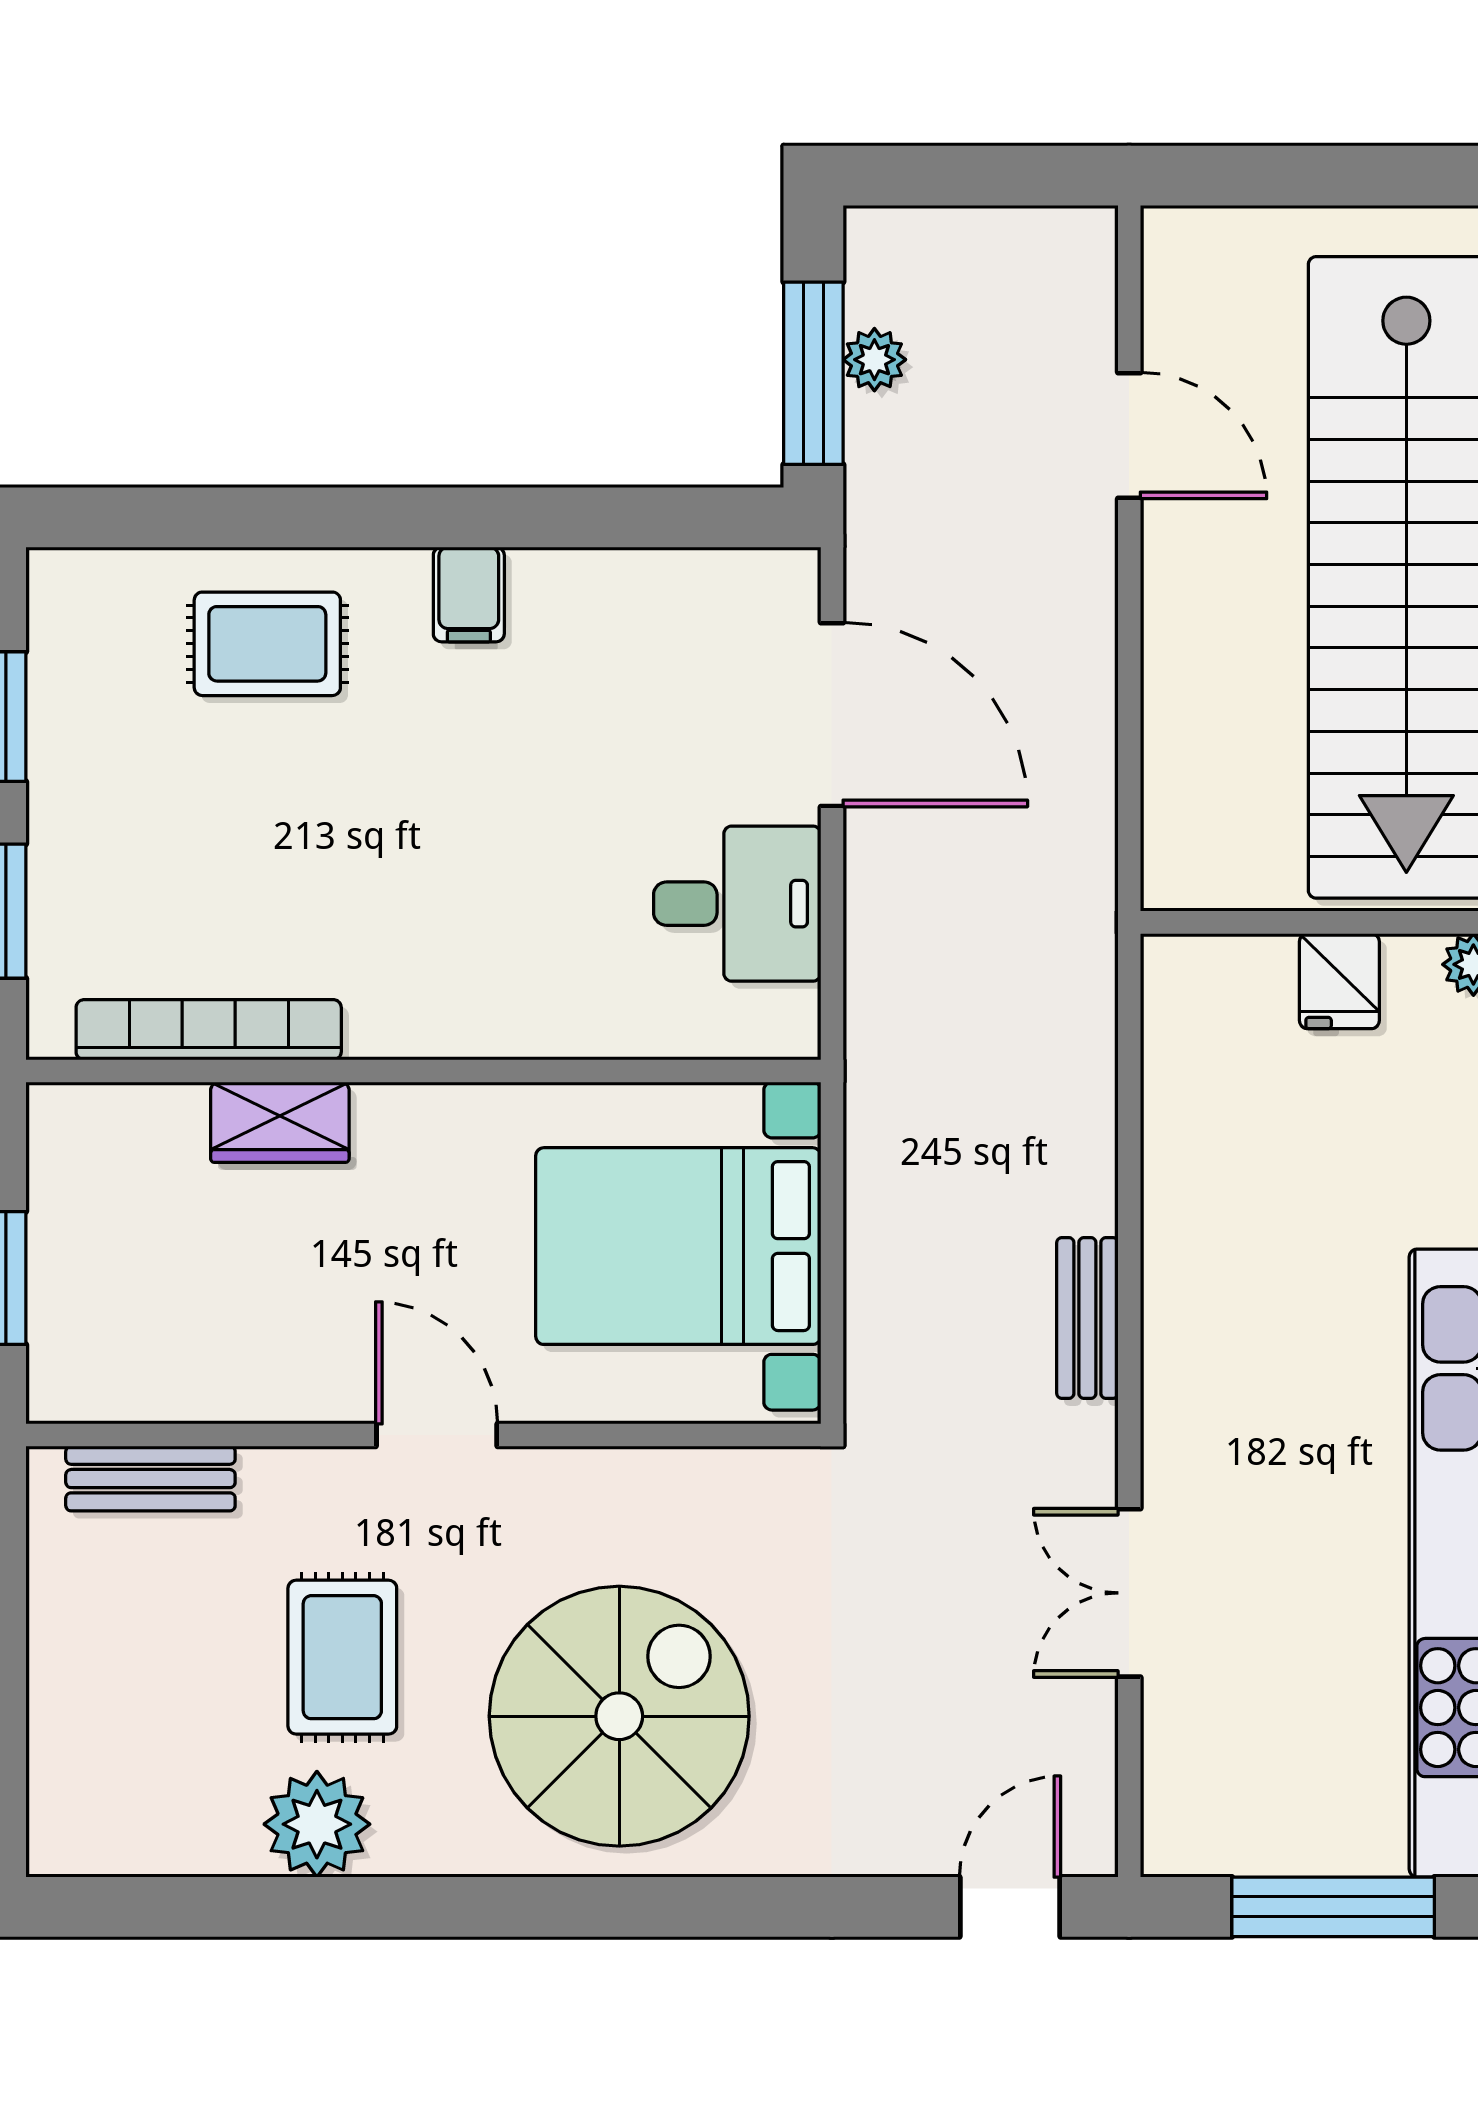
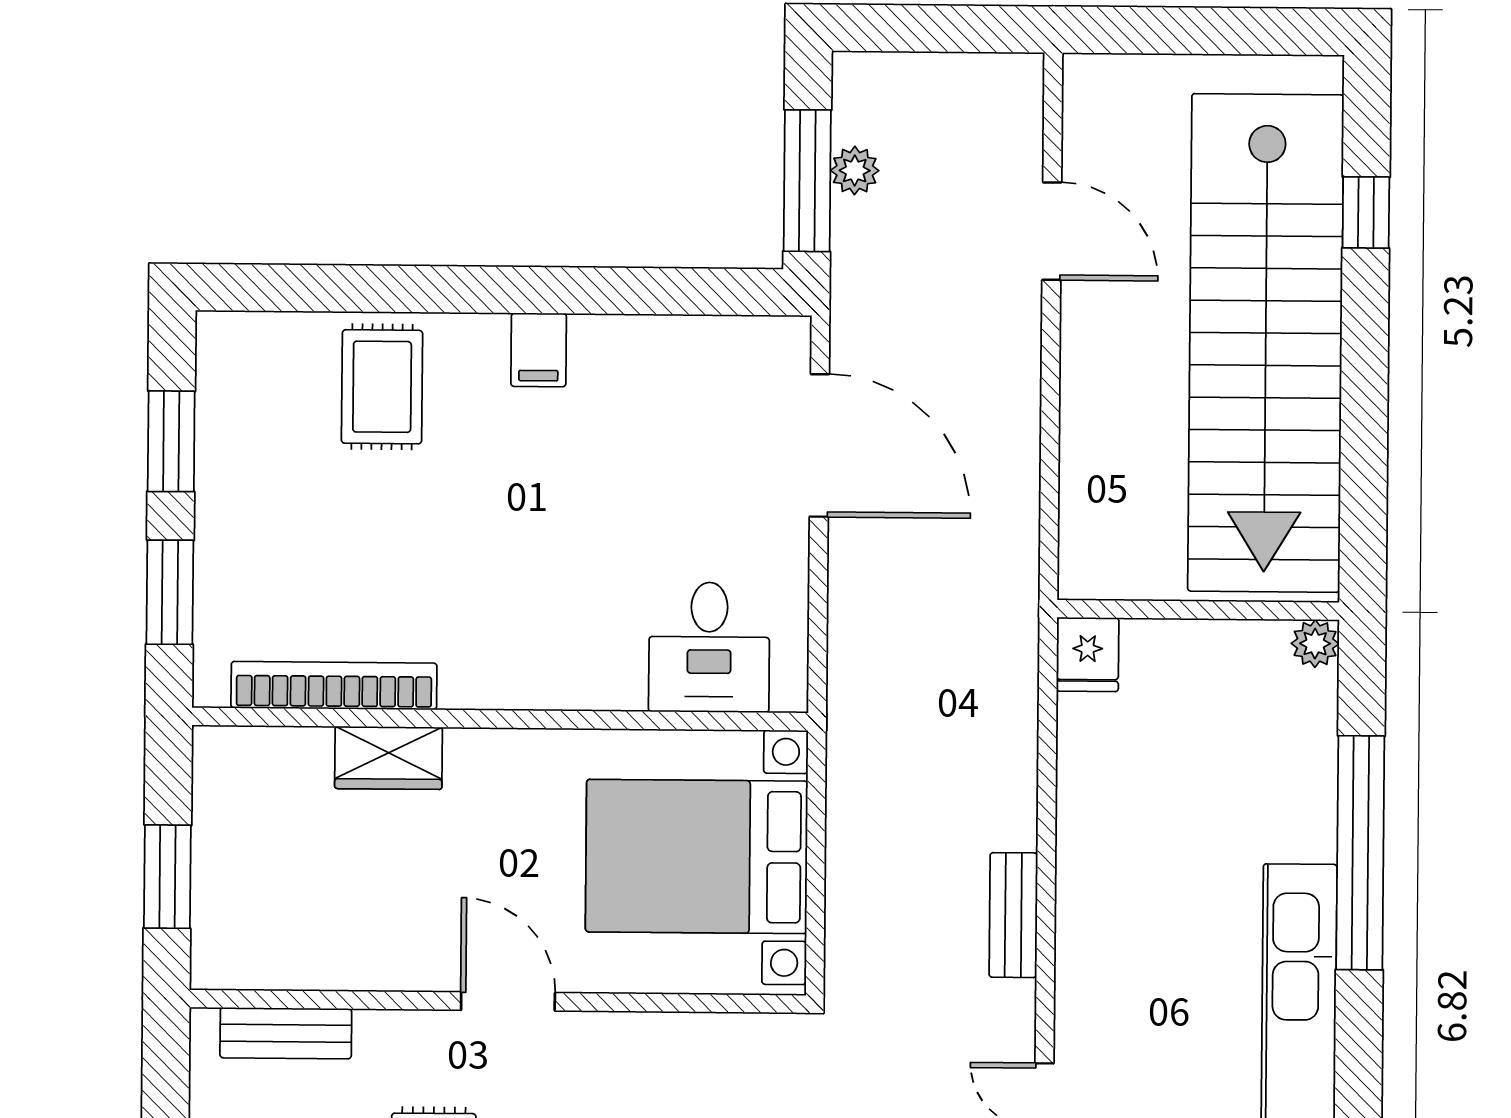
rug: (267, 644) -> (382, 387), turned 90
desk: (737, 904) -> (709, 647), moved, turned 90
fridge: (1339, 981) -> (1088, 654), moved

